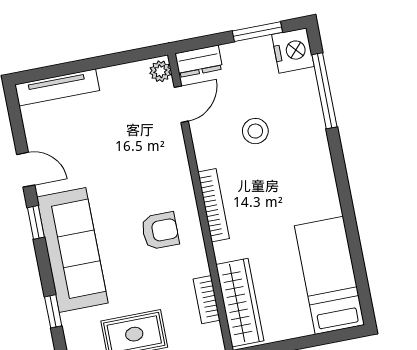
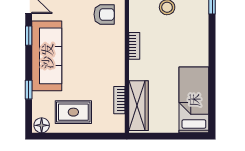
bookcase: (214, 205) -> (134, 46), width x0.64
armchair: (160, 231) -> (104, 14), moved

